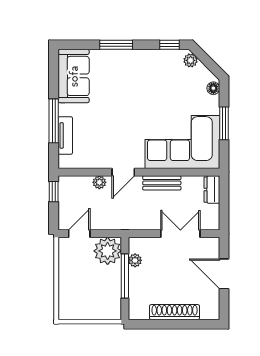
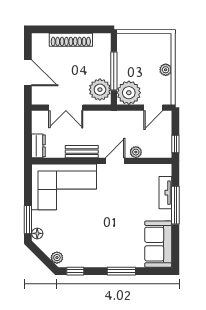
window: (224, 123) -> (28, 220), moved
plant: (135, 260) -> (100, 90), width x1.88, depth x1.88
plant: (65, 277) -> (166, 70), added

